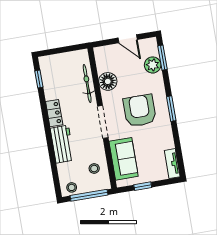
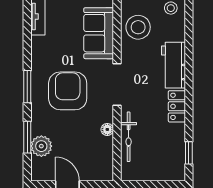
window: (163, 58) -> (27, 137), moved
floor lamp: (108, 81) -> (107, 129), width x0.53, depth x0.53
armchair: (140, 111) -> (68, 91), turned 180
stool: (94, 169) -> (138, 27), width x1.89, depth x1.89

